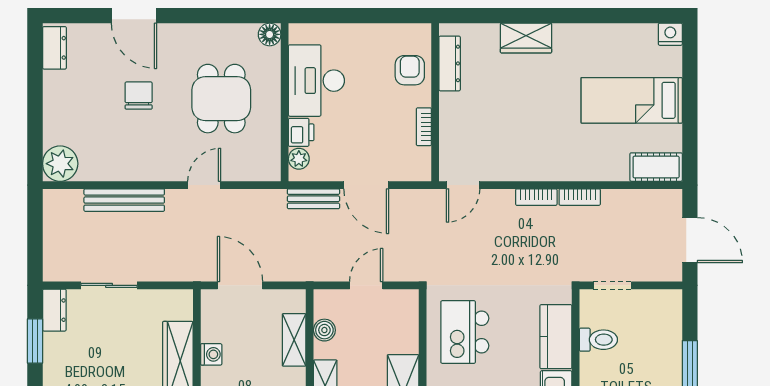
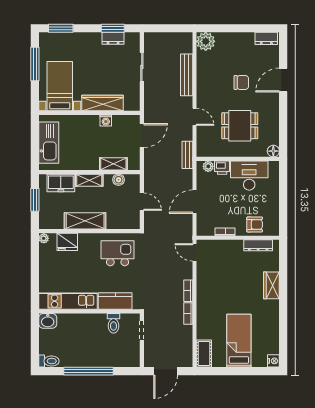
bench: (313, 199) -> (187, 155), moved
dresser: (54, 310) -> (113, 38), moved

